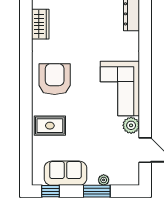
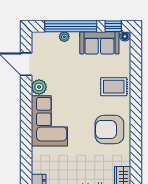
armchair: (55, 79) -> (109, 130), turned 90
floor lamp: (38, 180) -> (125, 36), added
window: (97, 191) -> (71, 26), width x2.11

